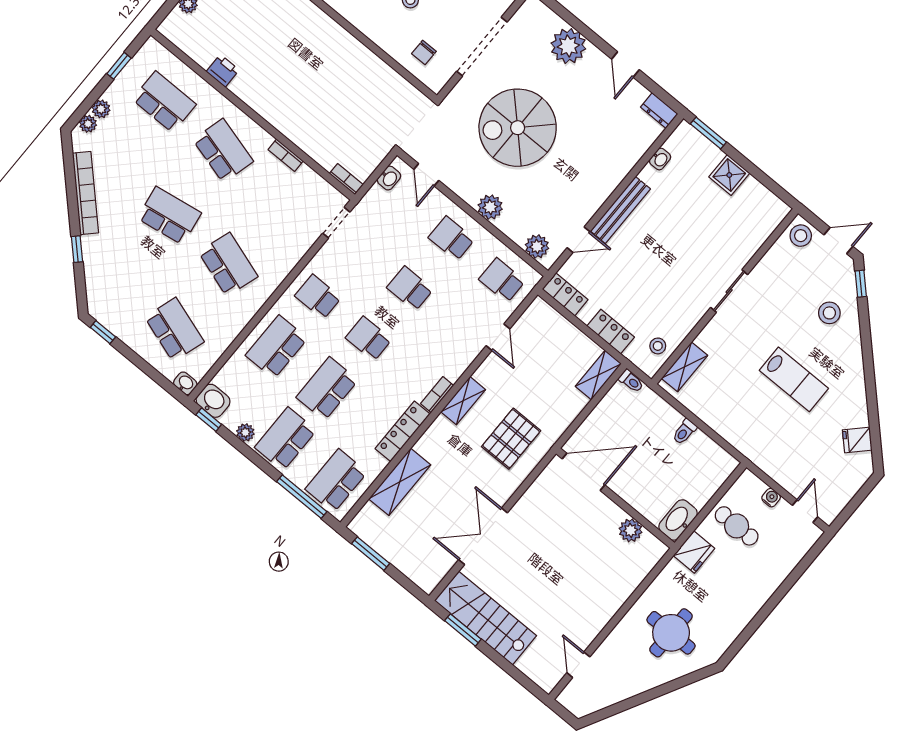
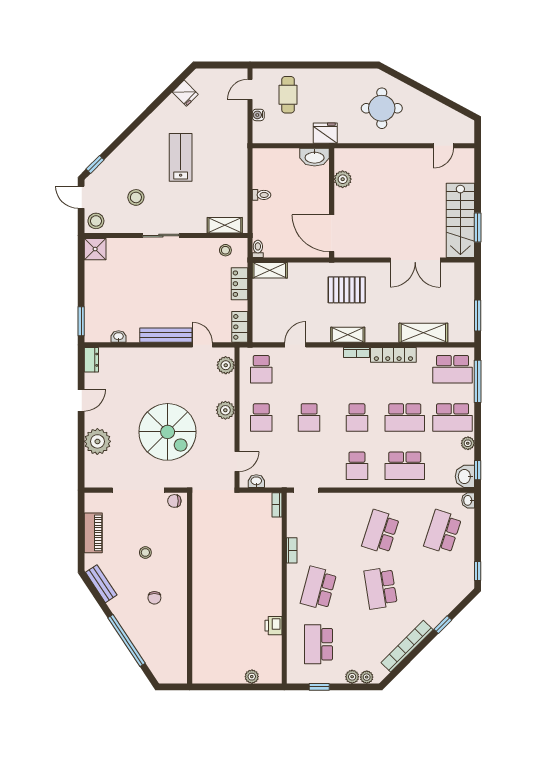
chair: (424, 52) -> (174, 501), moved, turned 180
shower: (729, 175) -> (95, 249), moved
stool: (829, 313) -> (136, 197), moved
cafe table: (737, 526) -> (288, 95), moved

